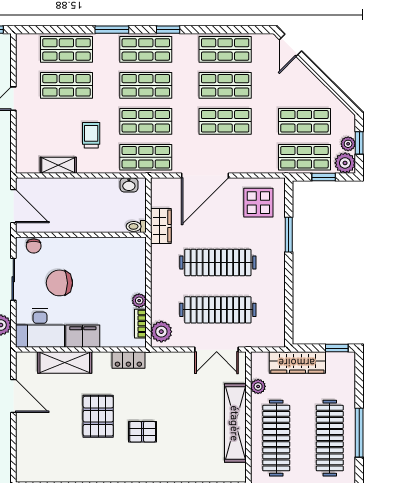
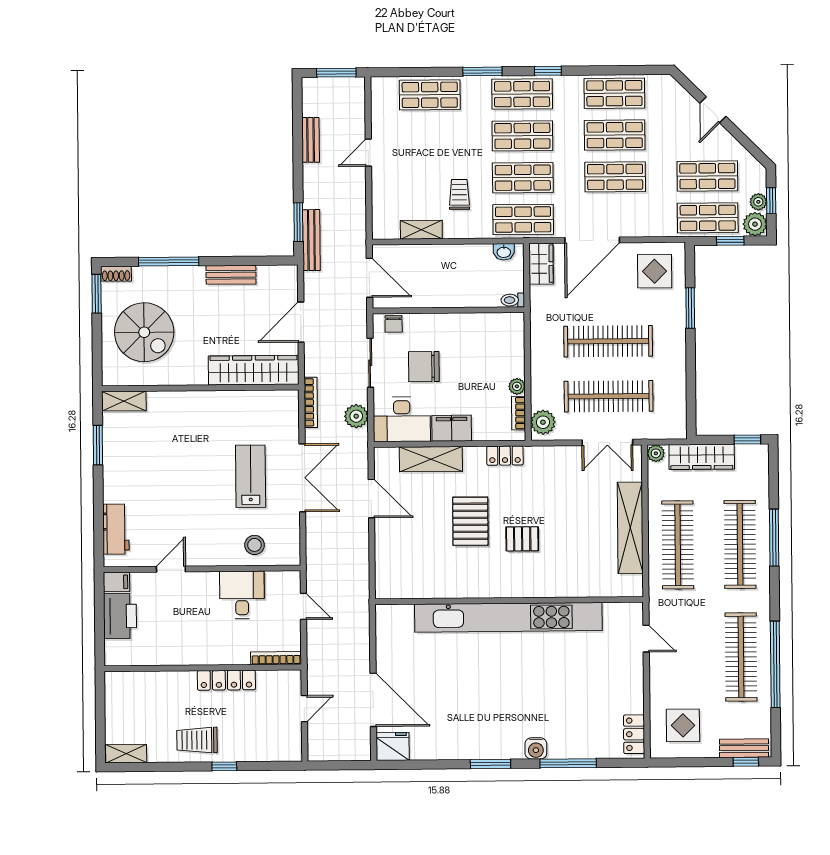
door: (291, 45) -> (713, 110), moved
shop shelf: (66, 85) -> (430, 137), removed
wardrobe: (161, 226) -> (541, 264), moved
plant: (258, 386) -> (656, 453), moved

